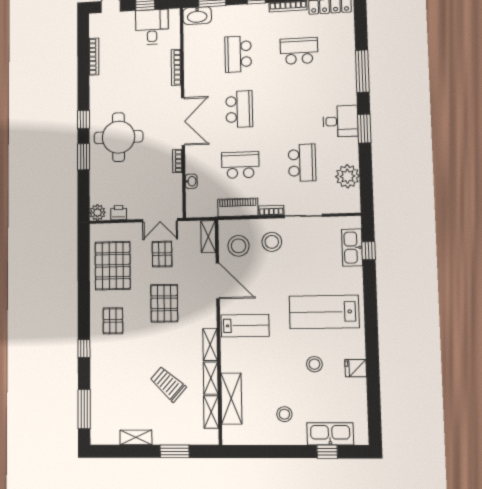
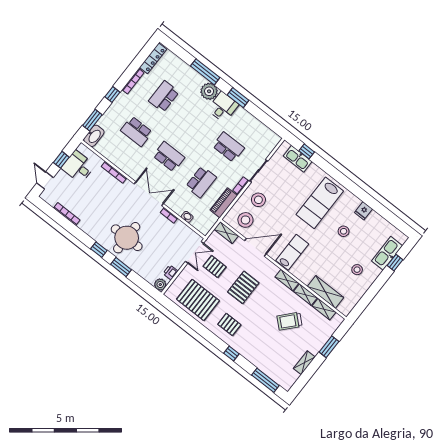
school desk: (240, 165) -> (201, 182), turned 180
plant: (347, 176) -> (209, 91), moved
pallet: (164, 303) -> (243, 287), turned 90

